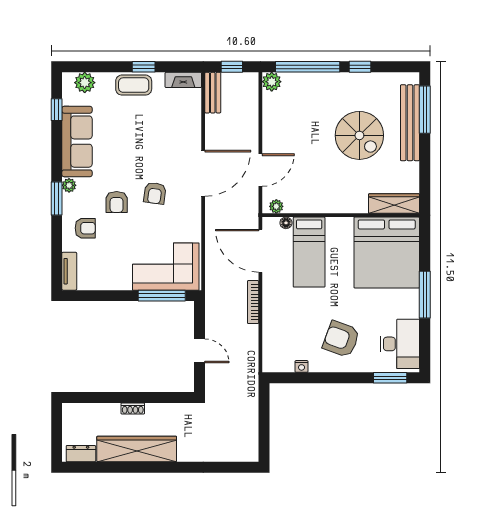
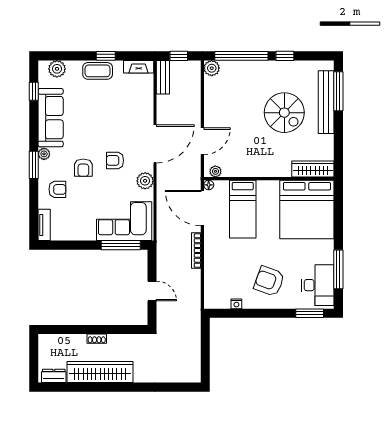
armchair: (155, 193) -> (115, 160), turned 82
plant: (191, 218) -> (145, 181), added
floor lamp: (286, 223) -> (209, 185), moved
window: (425, 295) -> (338, 269), moved

